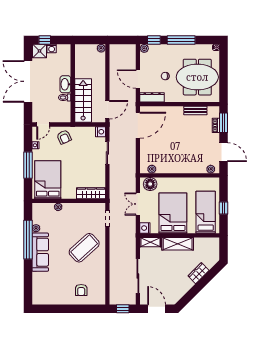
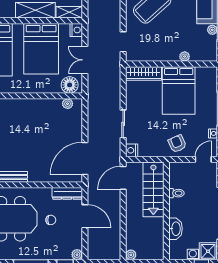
washbasin: (65, 84) -> (176, 229), moved
bed: (48, 180) -> (179, 90), moved
double door: (138, 204) -> (85, 60), swing flipped

